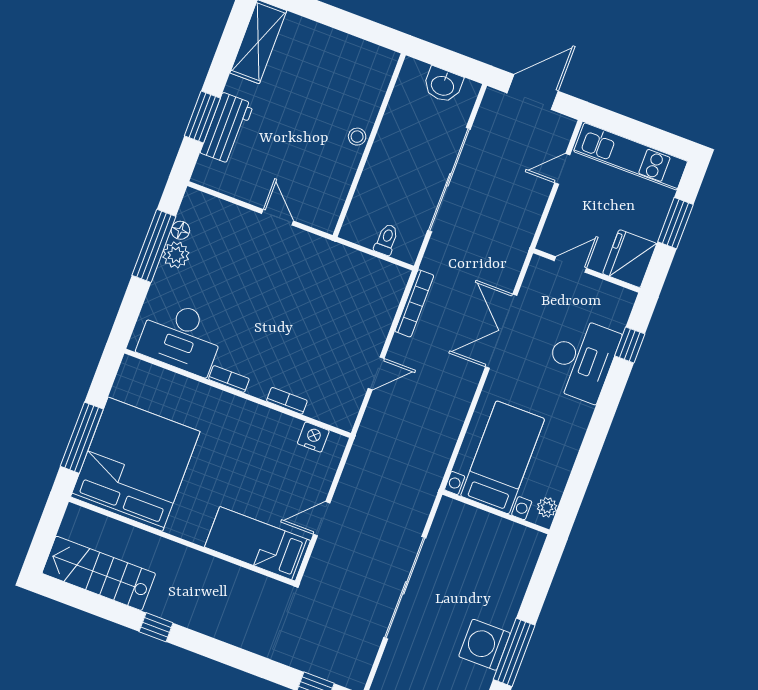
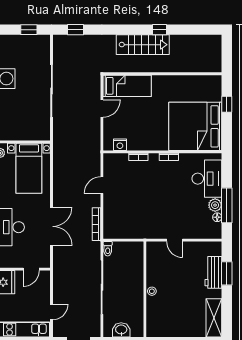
toilet: (386, 239) -> (108, 249), moved
desk: (181, 337) -> (207, 179), moved, turned 90
window: (82, 438) -> (227, 104), width x0.46
bed: (135, 464) -> (195, 126), moved, turned 90
stairs: (99, 573) -> (143, 45), moved

